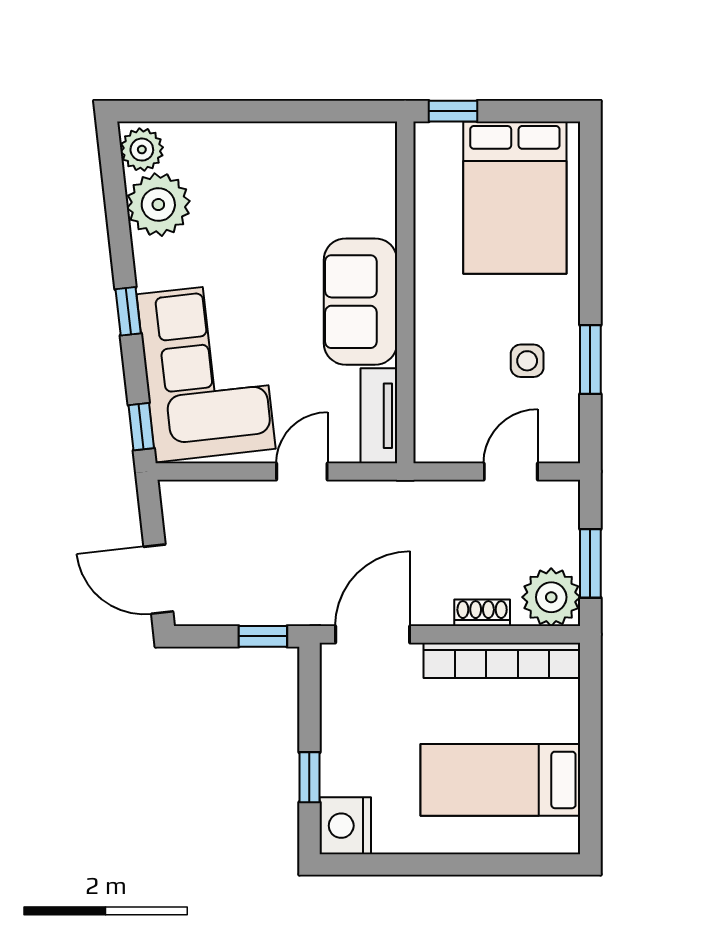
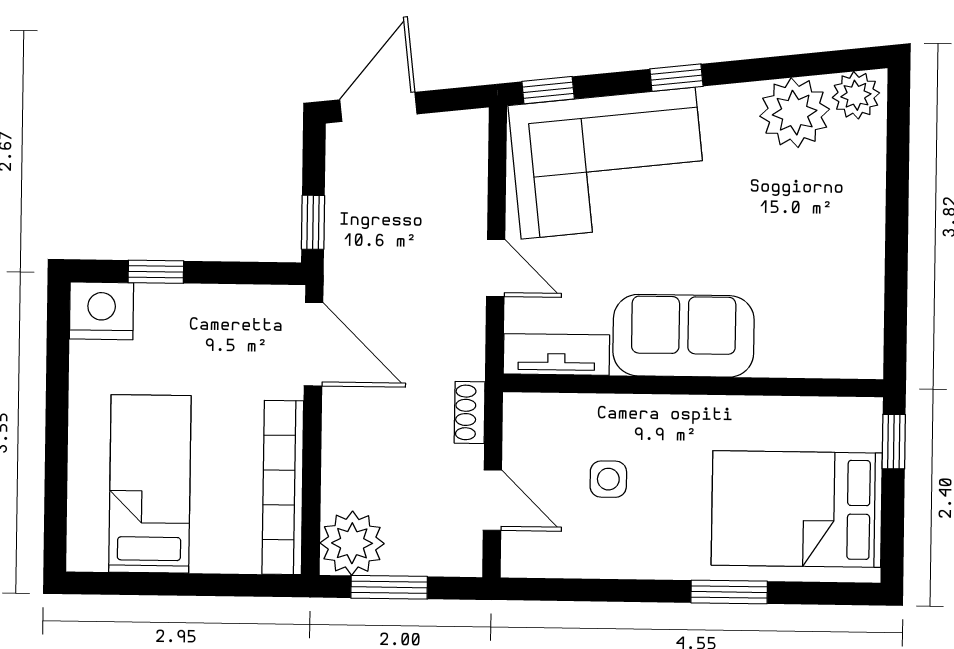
window: (590, 359) -> (729, 592), moved
side table: (527, 361) -> (608, 479), moved
shoe rack: (482, 613) -> (470, 412), moved, turned 180

